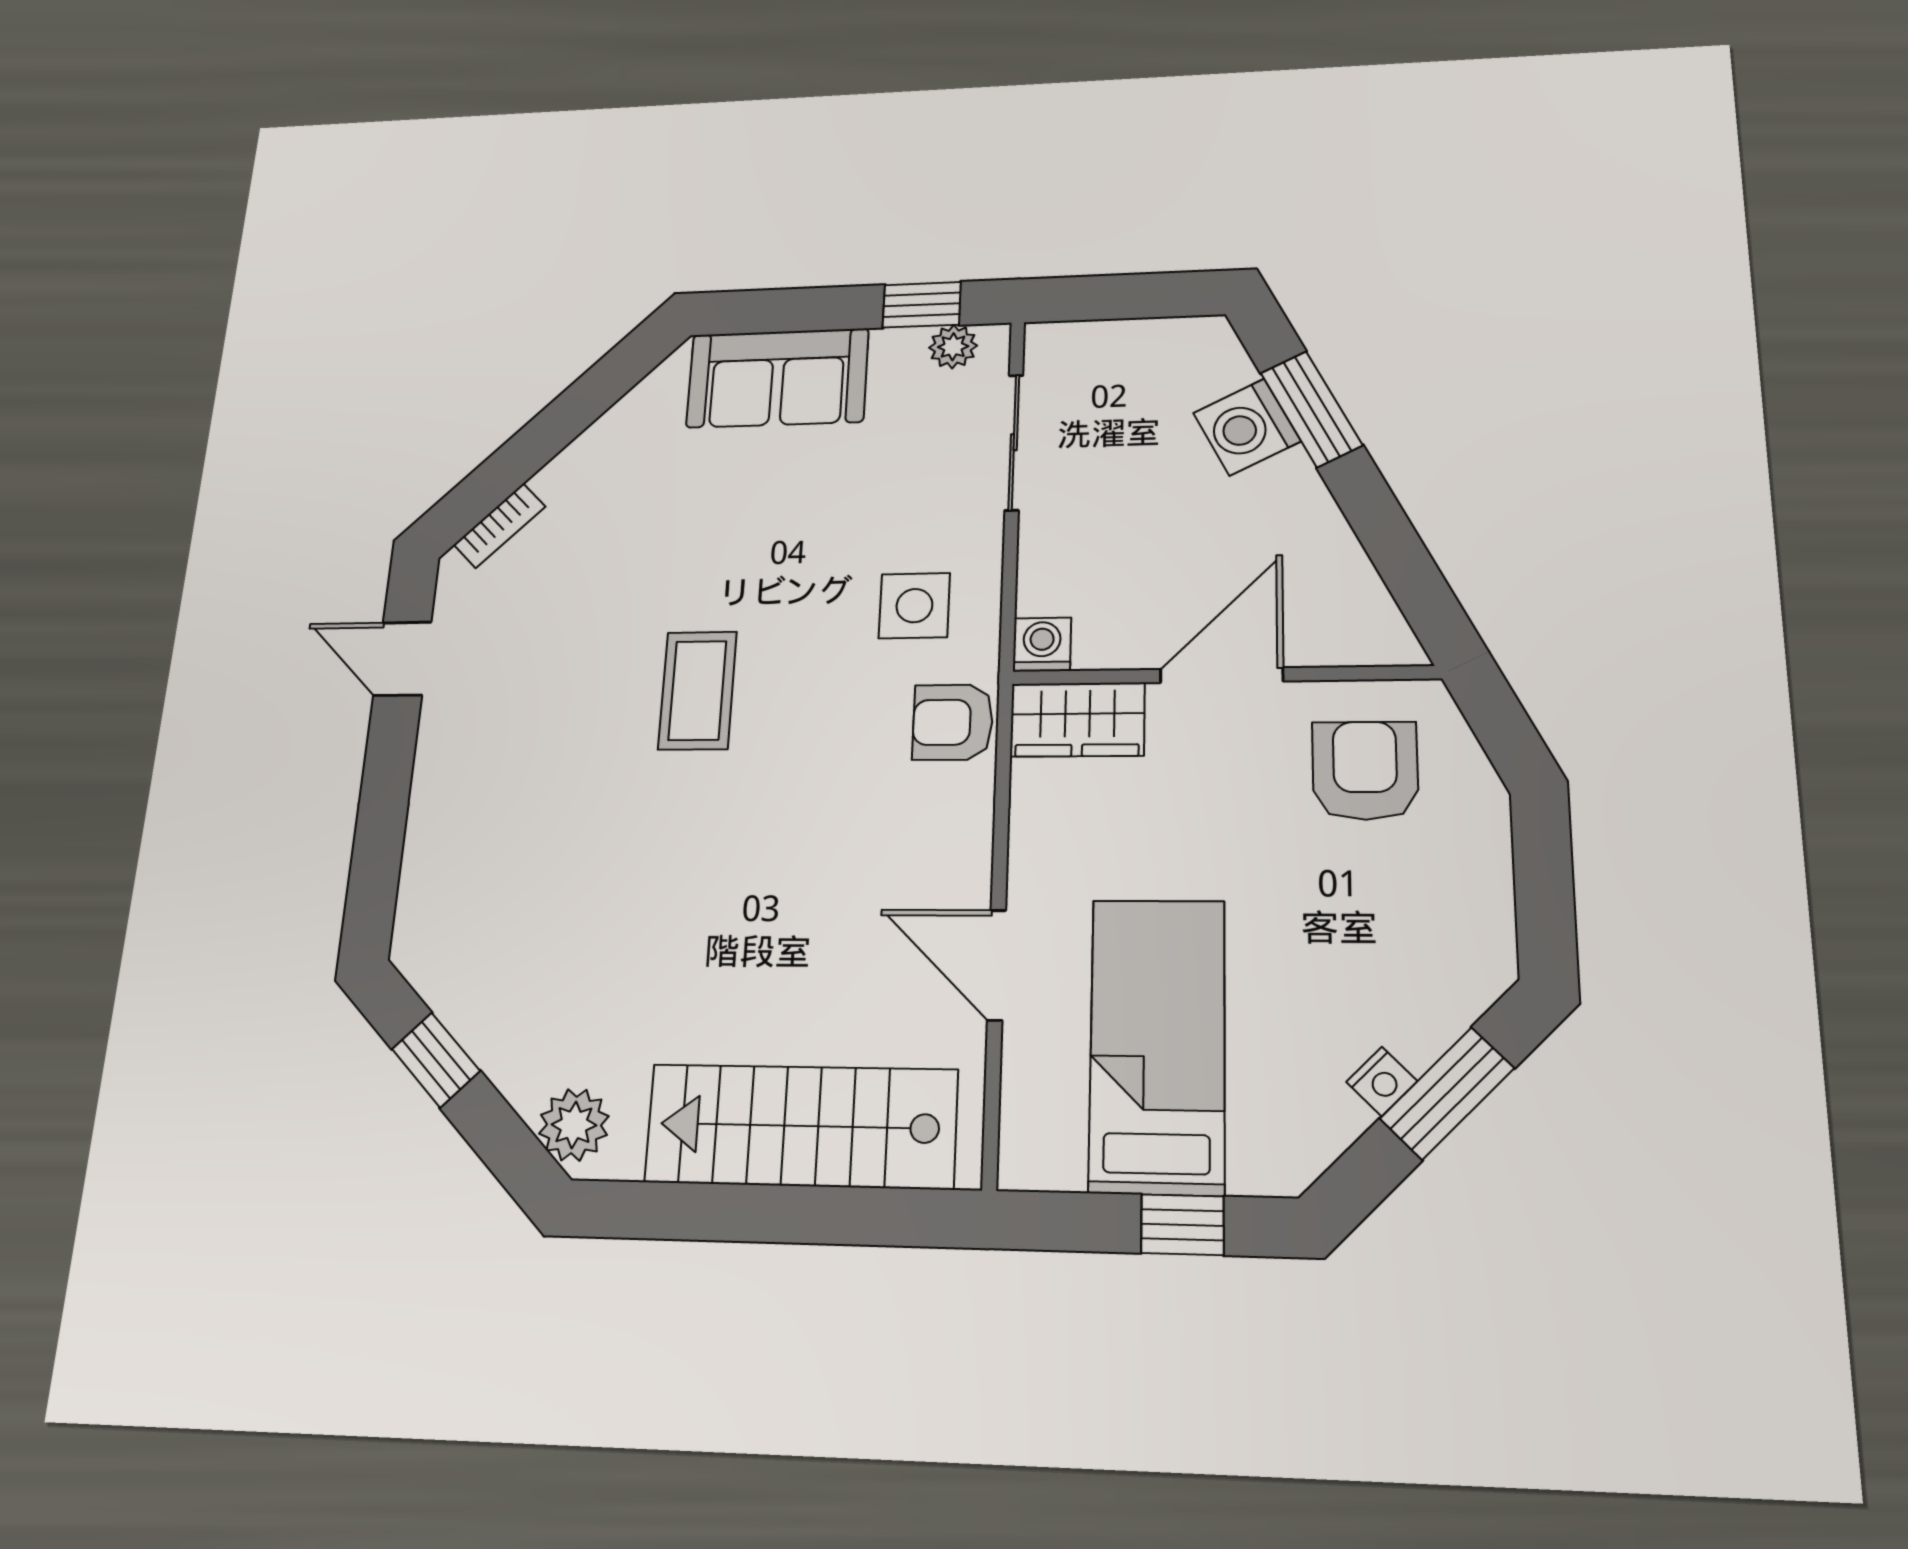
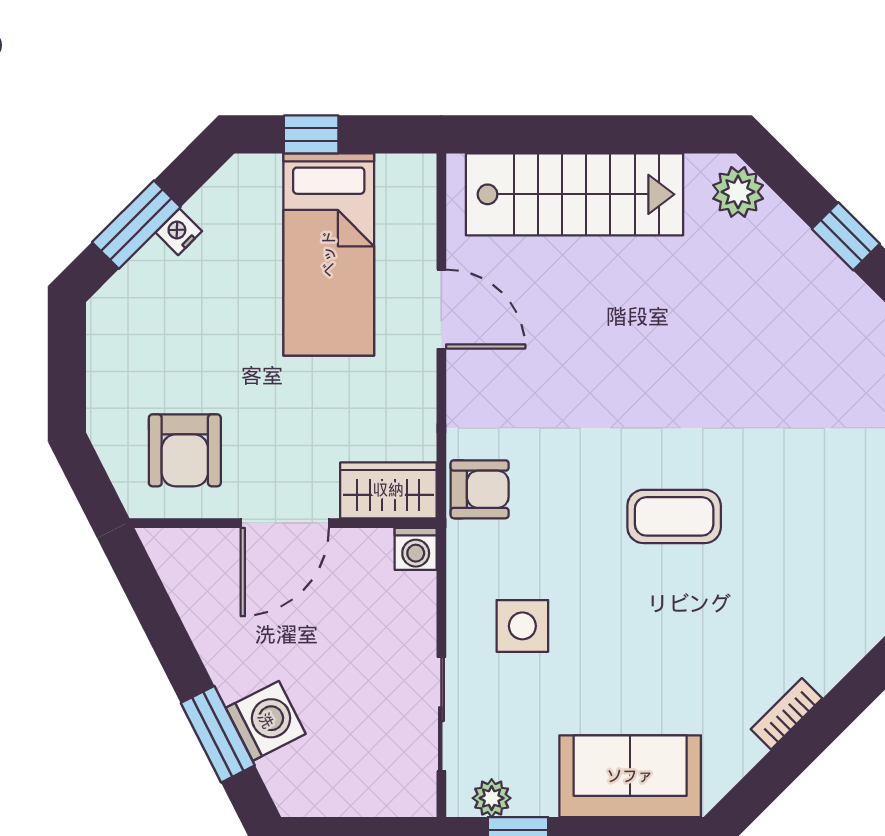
bookcase: (500, 526) -> (786, 714), moved
side table: (914, 606) -> (522, 626), moved
coffee table: (697, 690) -> (674, 516), turned 90

